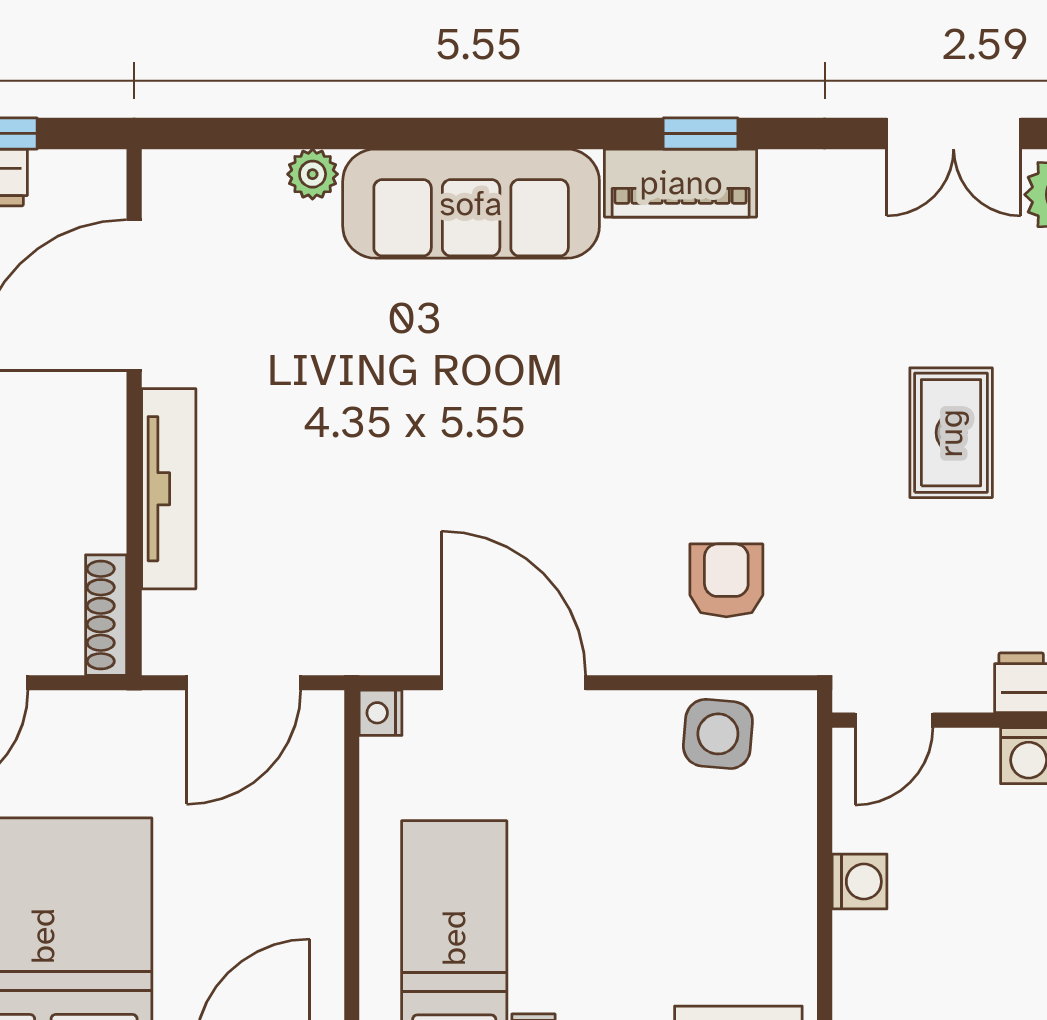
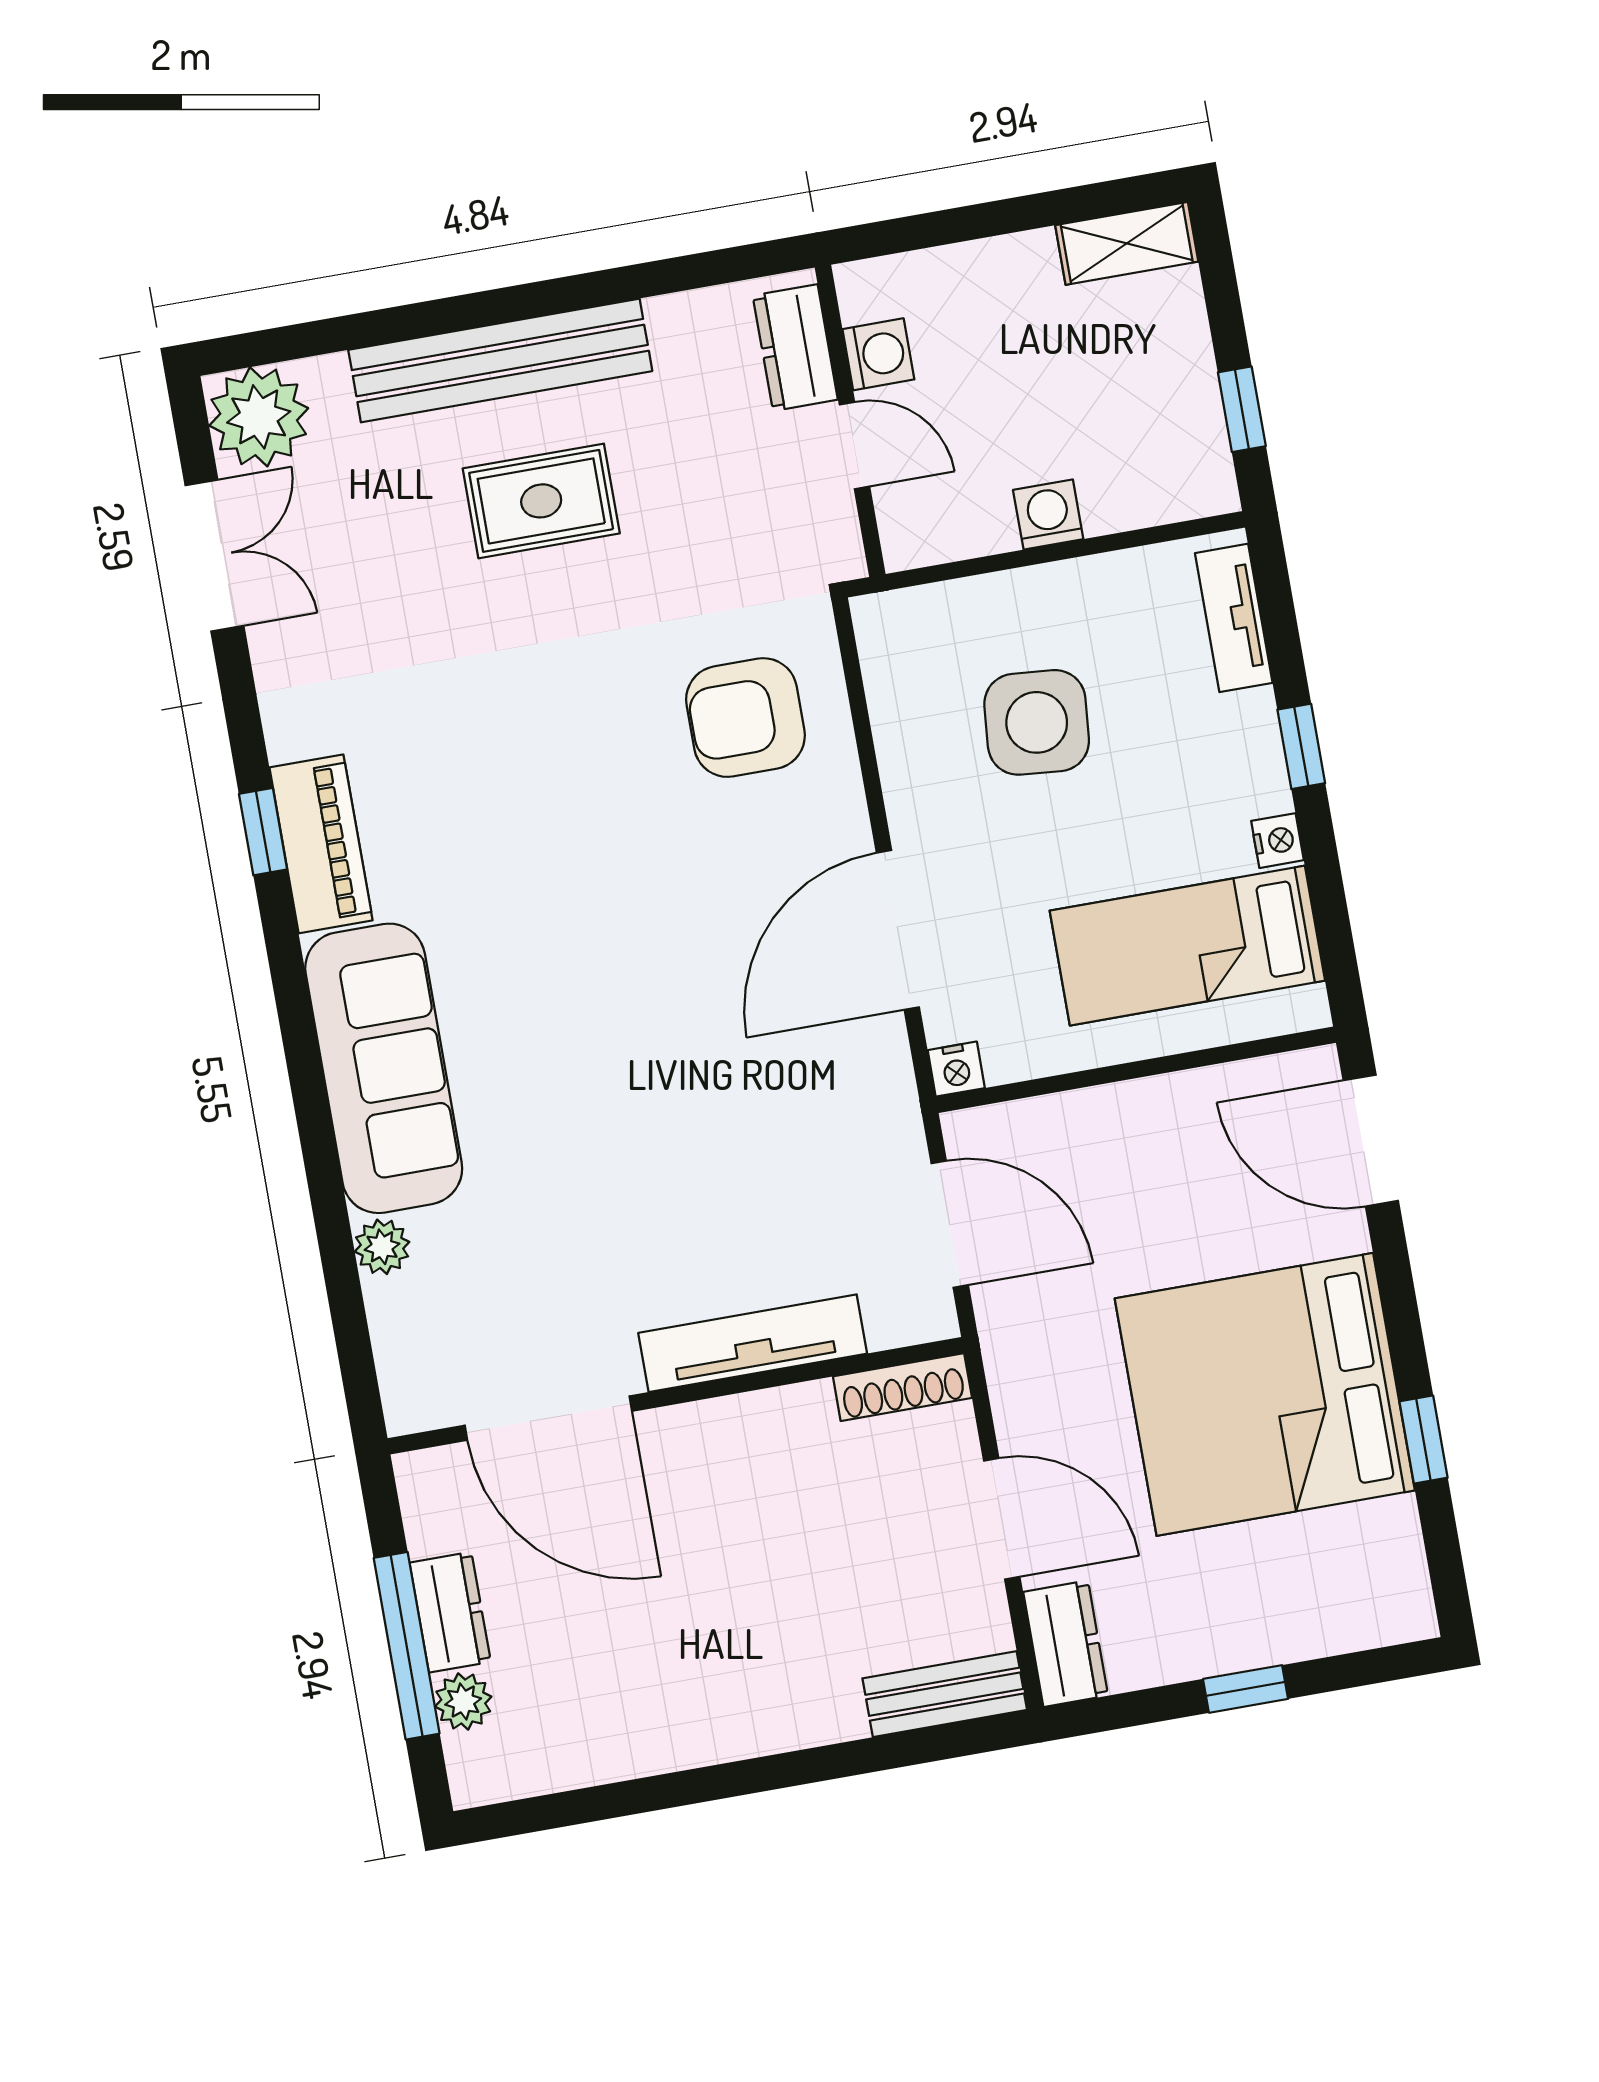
armchair: (726, 580) -> (745, 718), width x1.38, depth x1.38
door: (894, 720) -> (854, 446), moved
side table: (718, 734) -> (1037, 722), moved, width x1.37, depth x1.37

